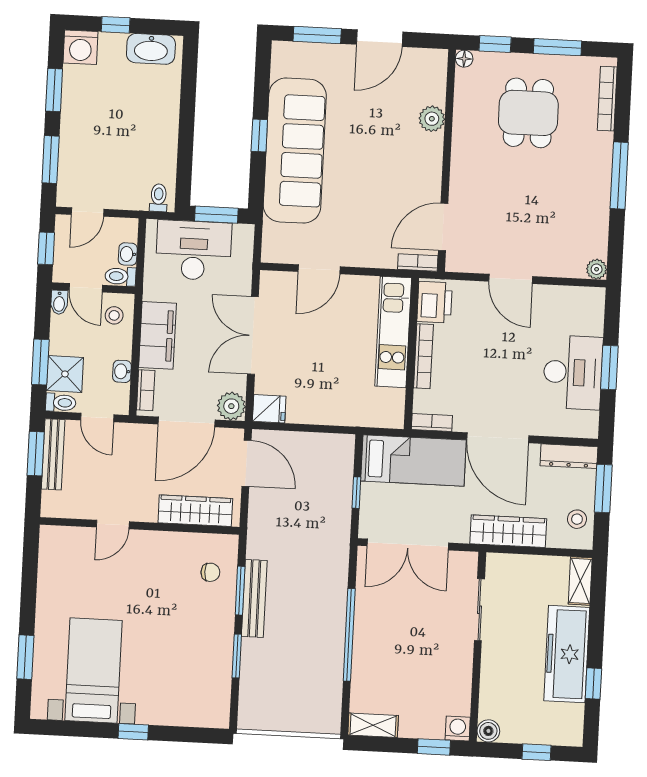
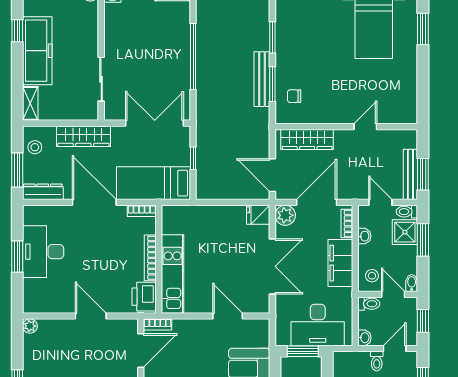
toilet: (159, 198) -> (377, 361), moved
washbasin: (128, 254) -> (364, 338), moved
door: (319, 269) -> (228, 316), hinge flipped

